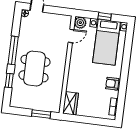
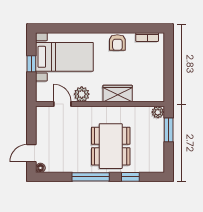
plant: (80, 23) -> (82, 94), moved
dining table: (34, 69) -> (111, 146), turned 90
wardrobe: (71, 103) -> (118, 93), moved
plant: (56, 107) -> (158, 112), added

